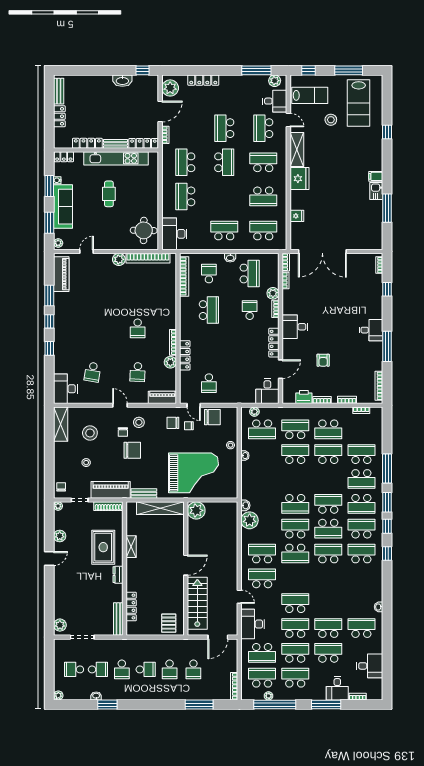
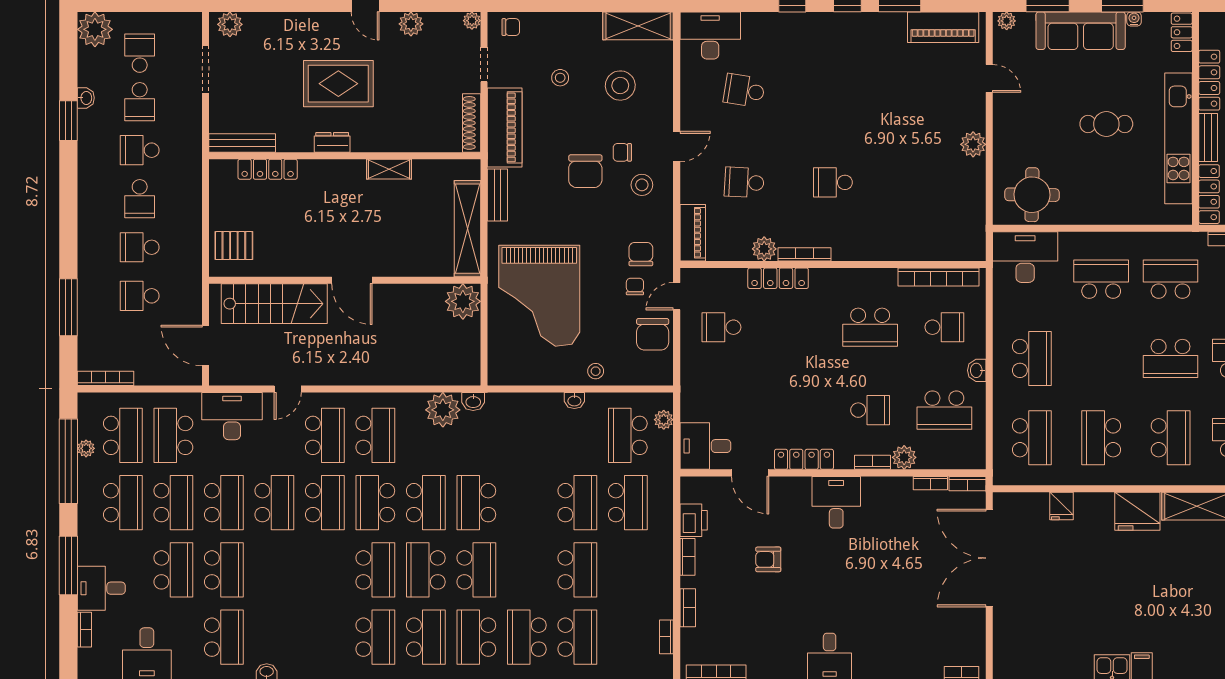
bookcase: (148, 258) -> (976, 203), removed
school desk: (328, 429) -> (325, 503), moved, turned 180
rug: (103, 547) -> (338, 84), moved
plant: (58, 695) -> (95, 29), width x1.88, depth x1.88

